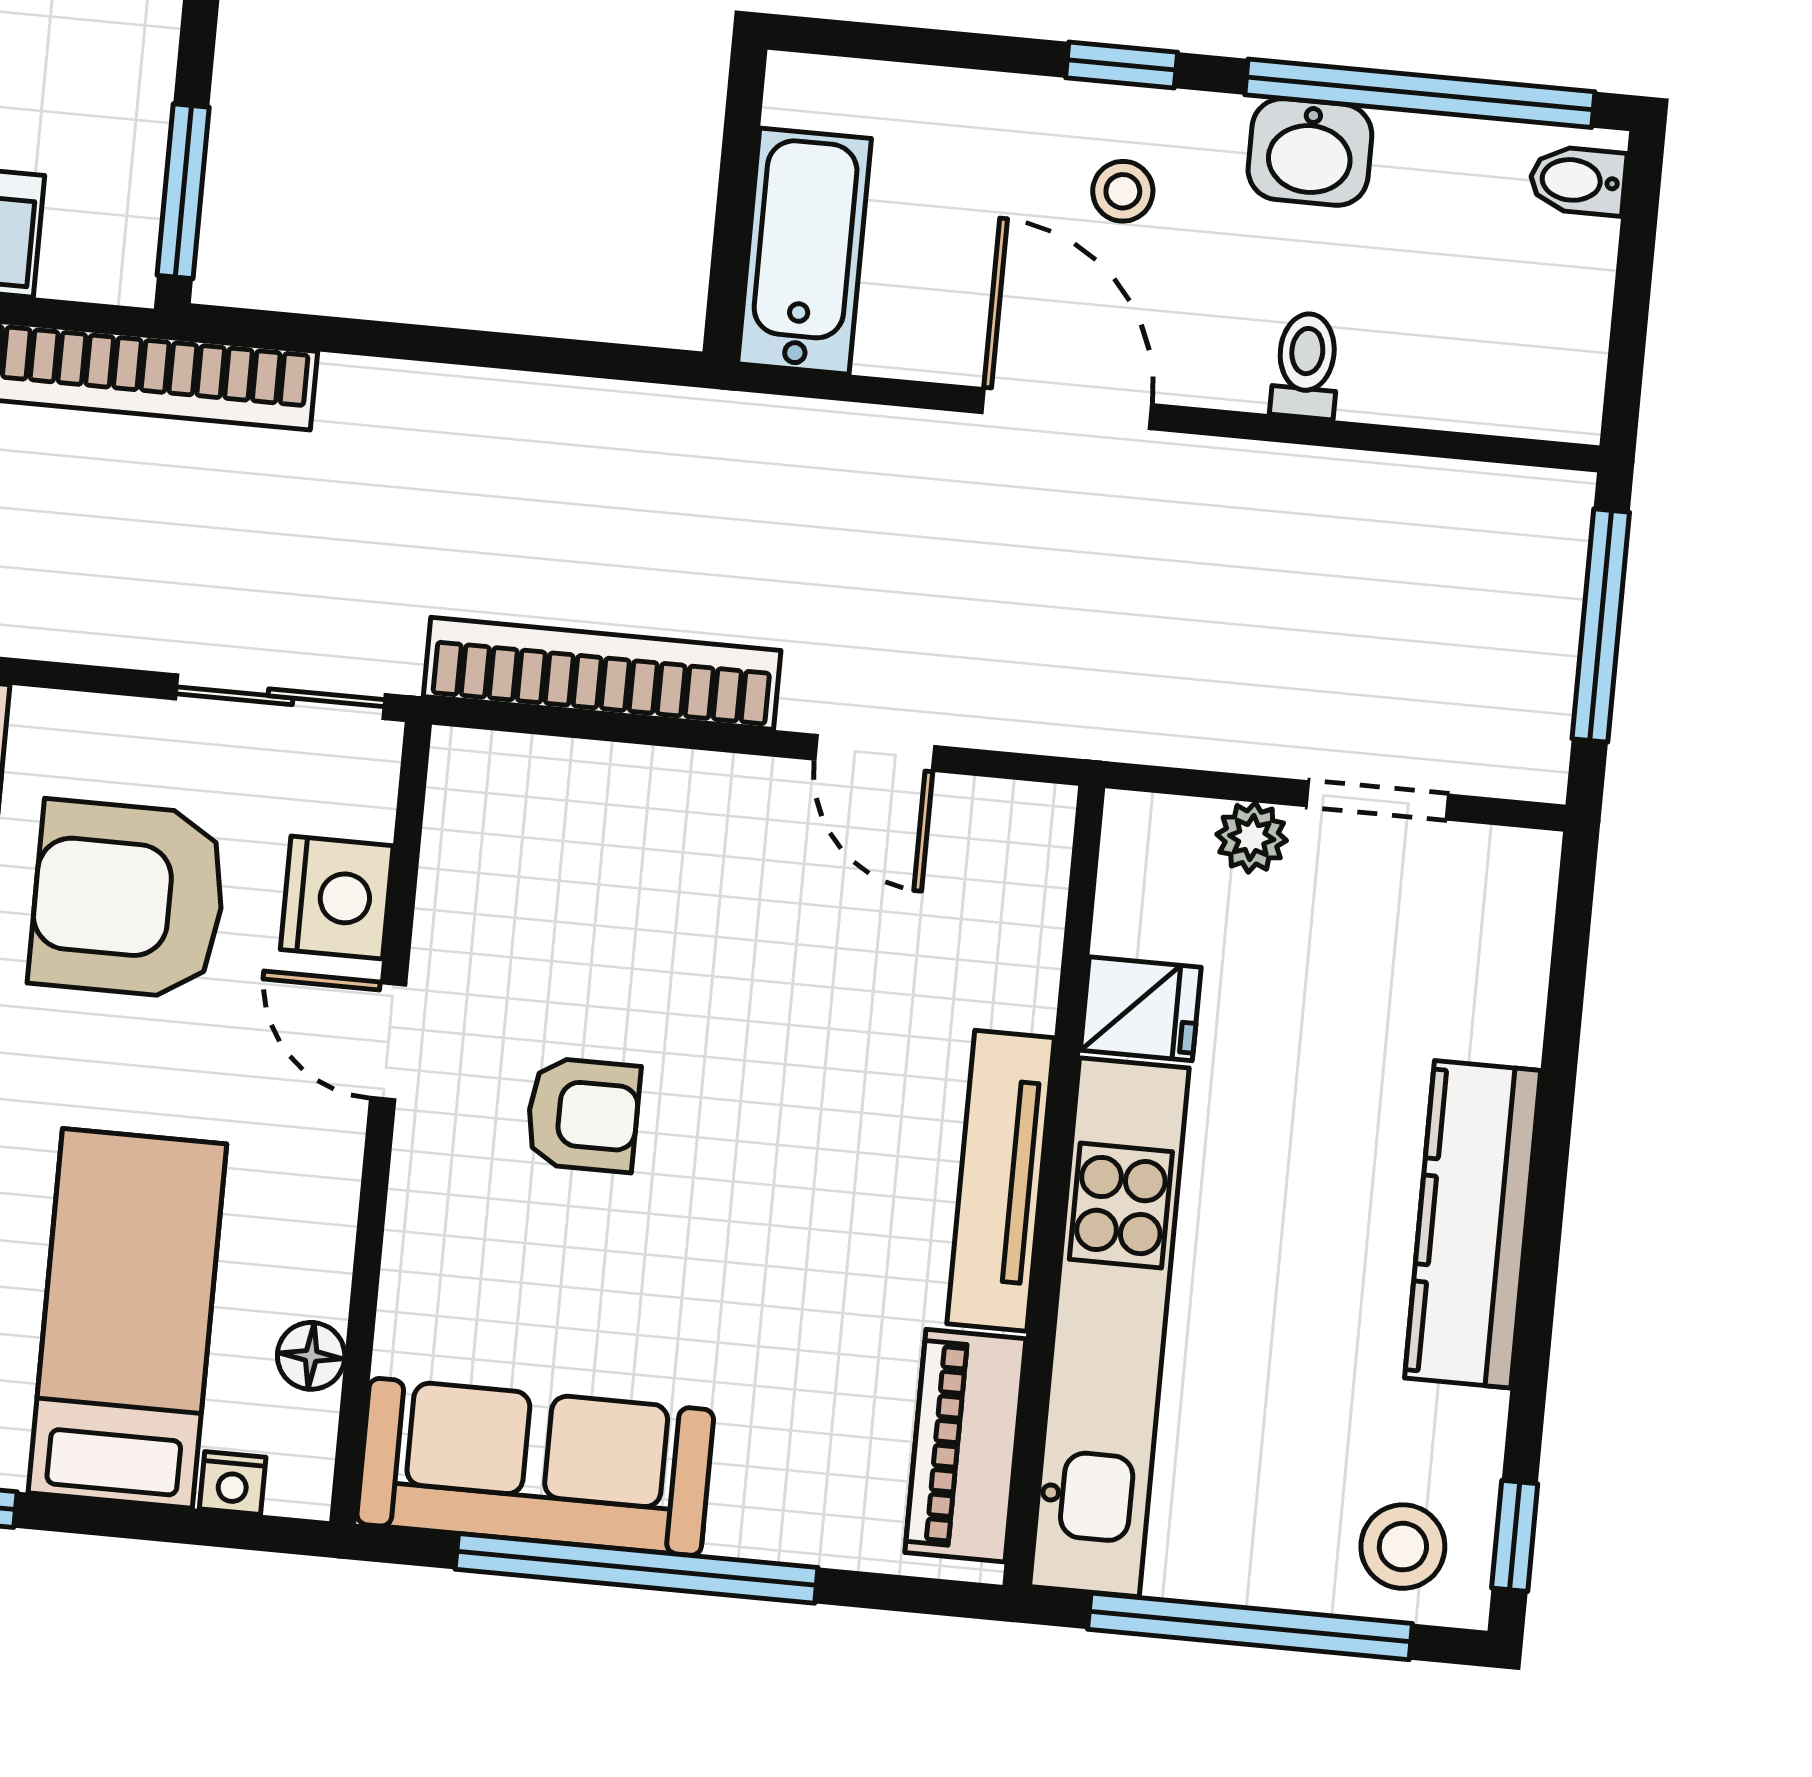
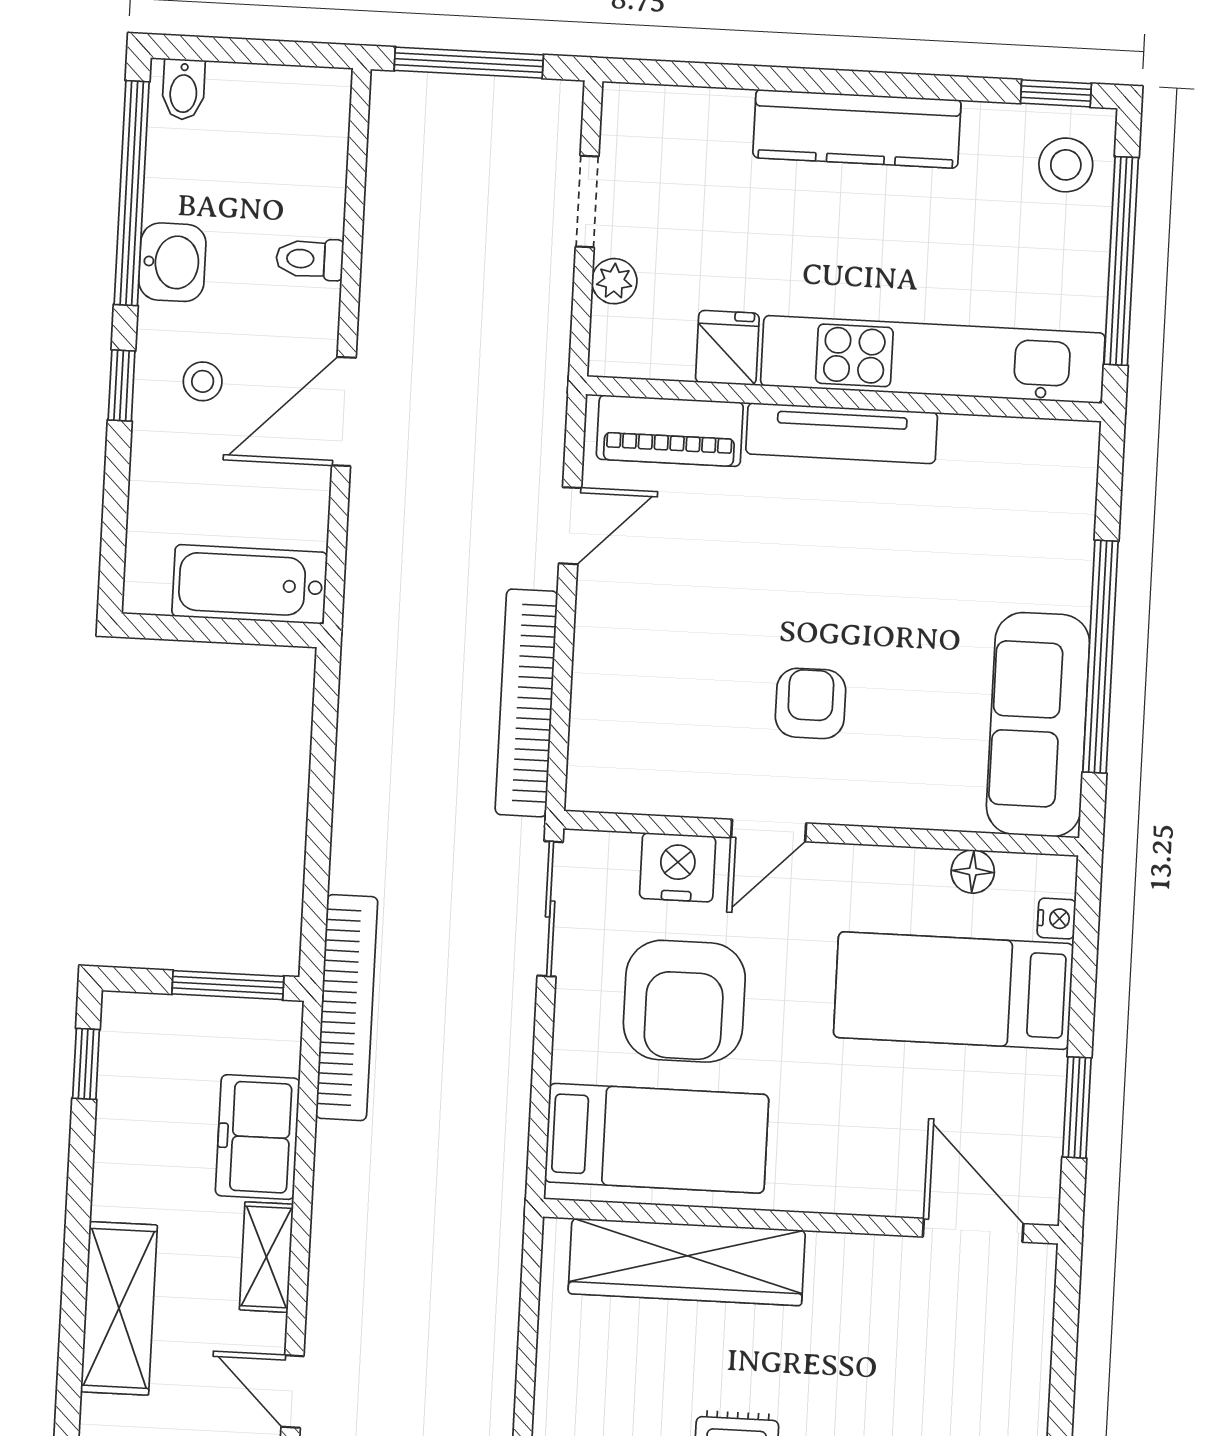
piano: (965, 1446) -> (670, 431), moved

